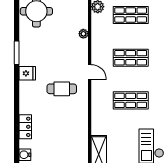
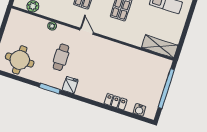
door: (90, 72) -> (87, 31), hinge flipped
cafe table: (62, 89) -> (61, 57), moved

